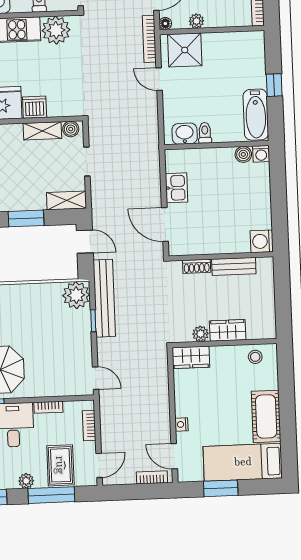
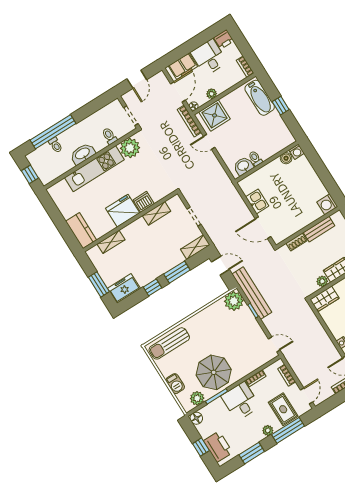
bathtub: (256, 115) -> (260, 98), moved
boiler: (71, 129) -> (173, 203), removed

